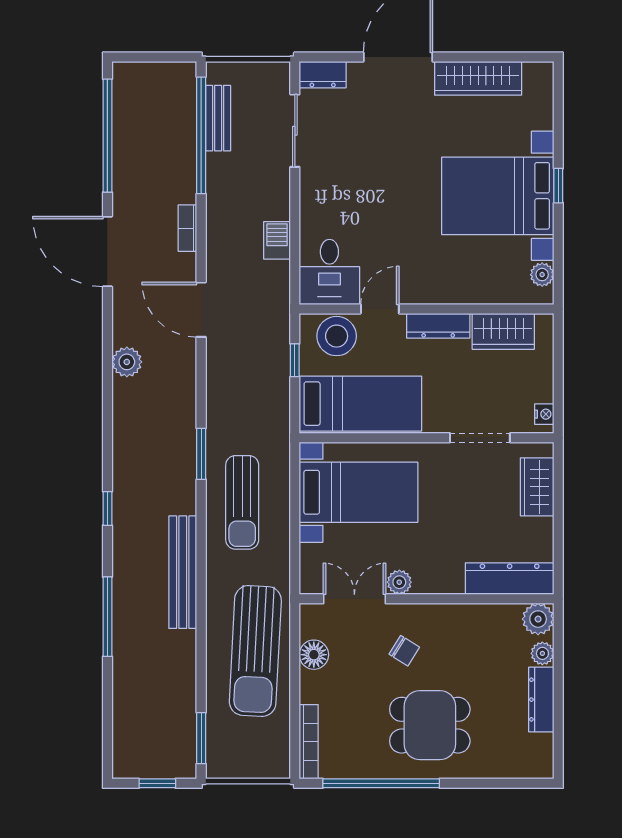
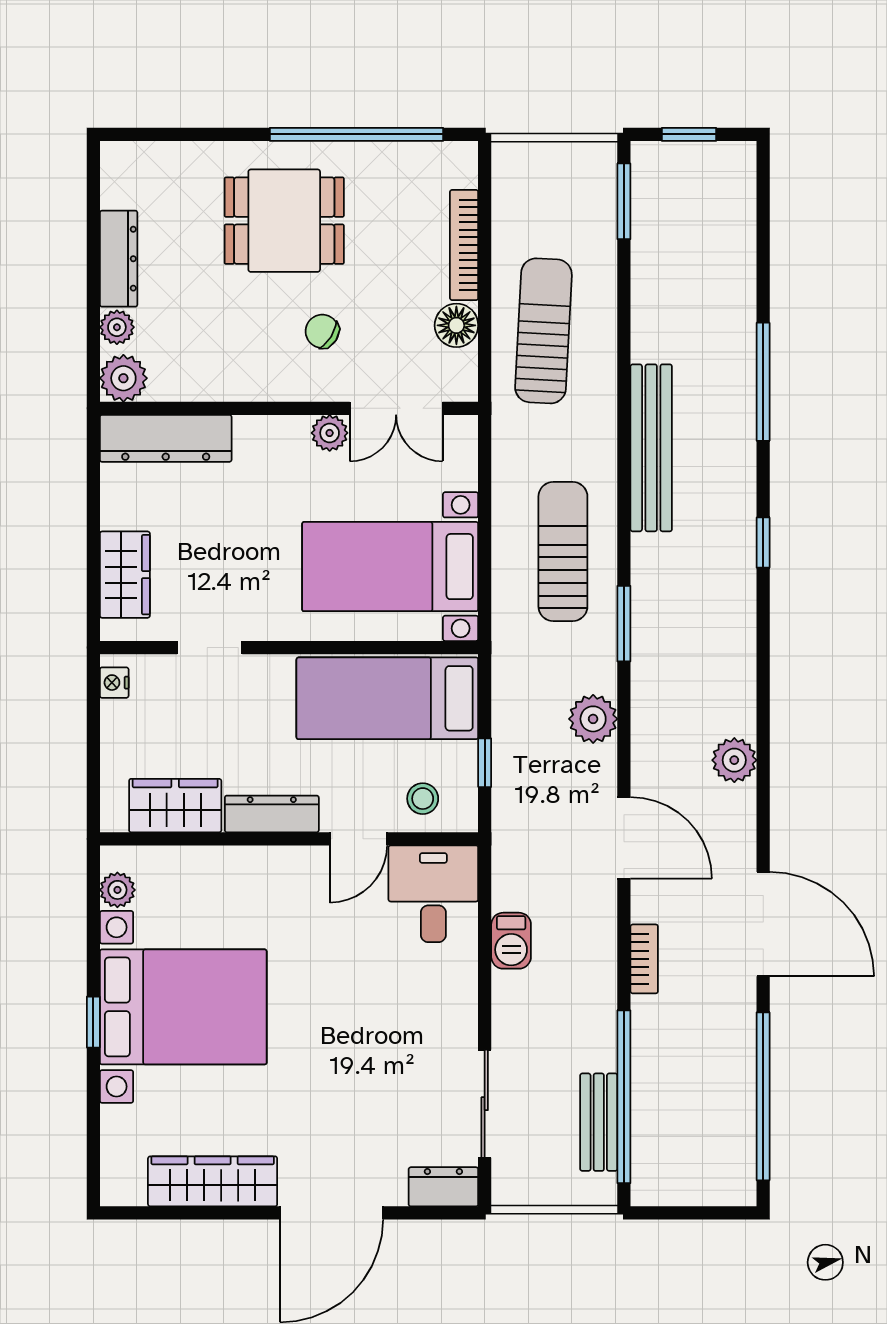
stool: (337, 336) -> (423, 799), width x0.53, depth x0.53
plant: (222, 390) -> (593, 719), added
doorway: (480, 438) -> (210, 648), width x0.73
sun lounger: (255, 651) -> (543, 331), width x0.73, depth x0.75
bookcase: (309, 742) -> (464, 245), moved

